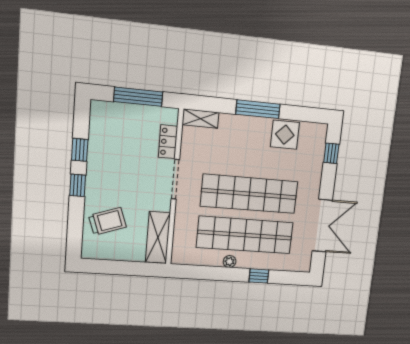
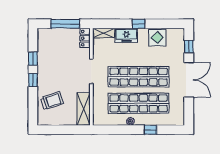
window: (258, 109) -> (138, 24), width x0.46
freezer: (237, 126) -> (126, 35), added
locker: (168, 142) -> (85, 38), moved
double door: (322, 226) -> (189, 80), moved

